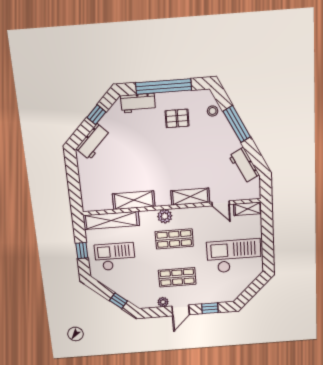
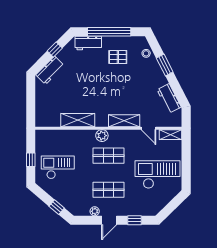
window: (237, 124) -> (165, 65), width x0.69
shelving: (111, 220) -> (58, 136), removed

